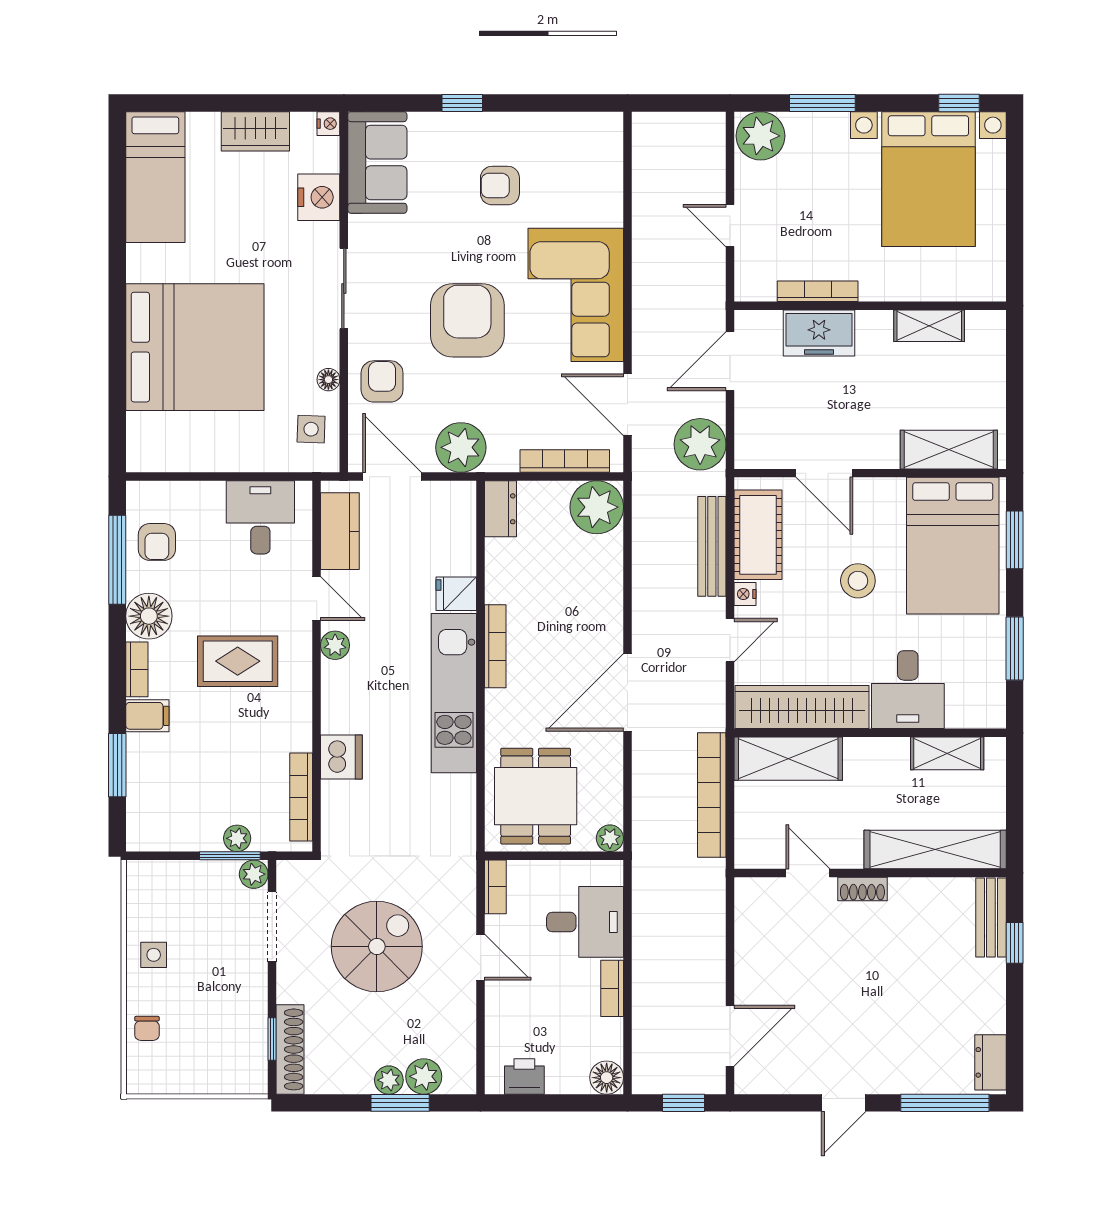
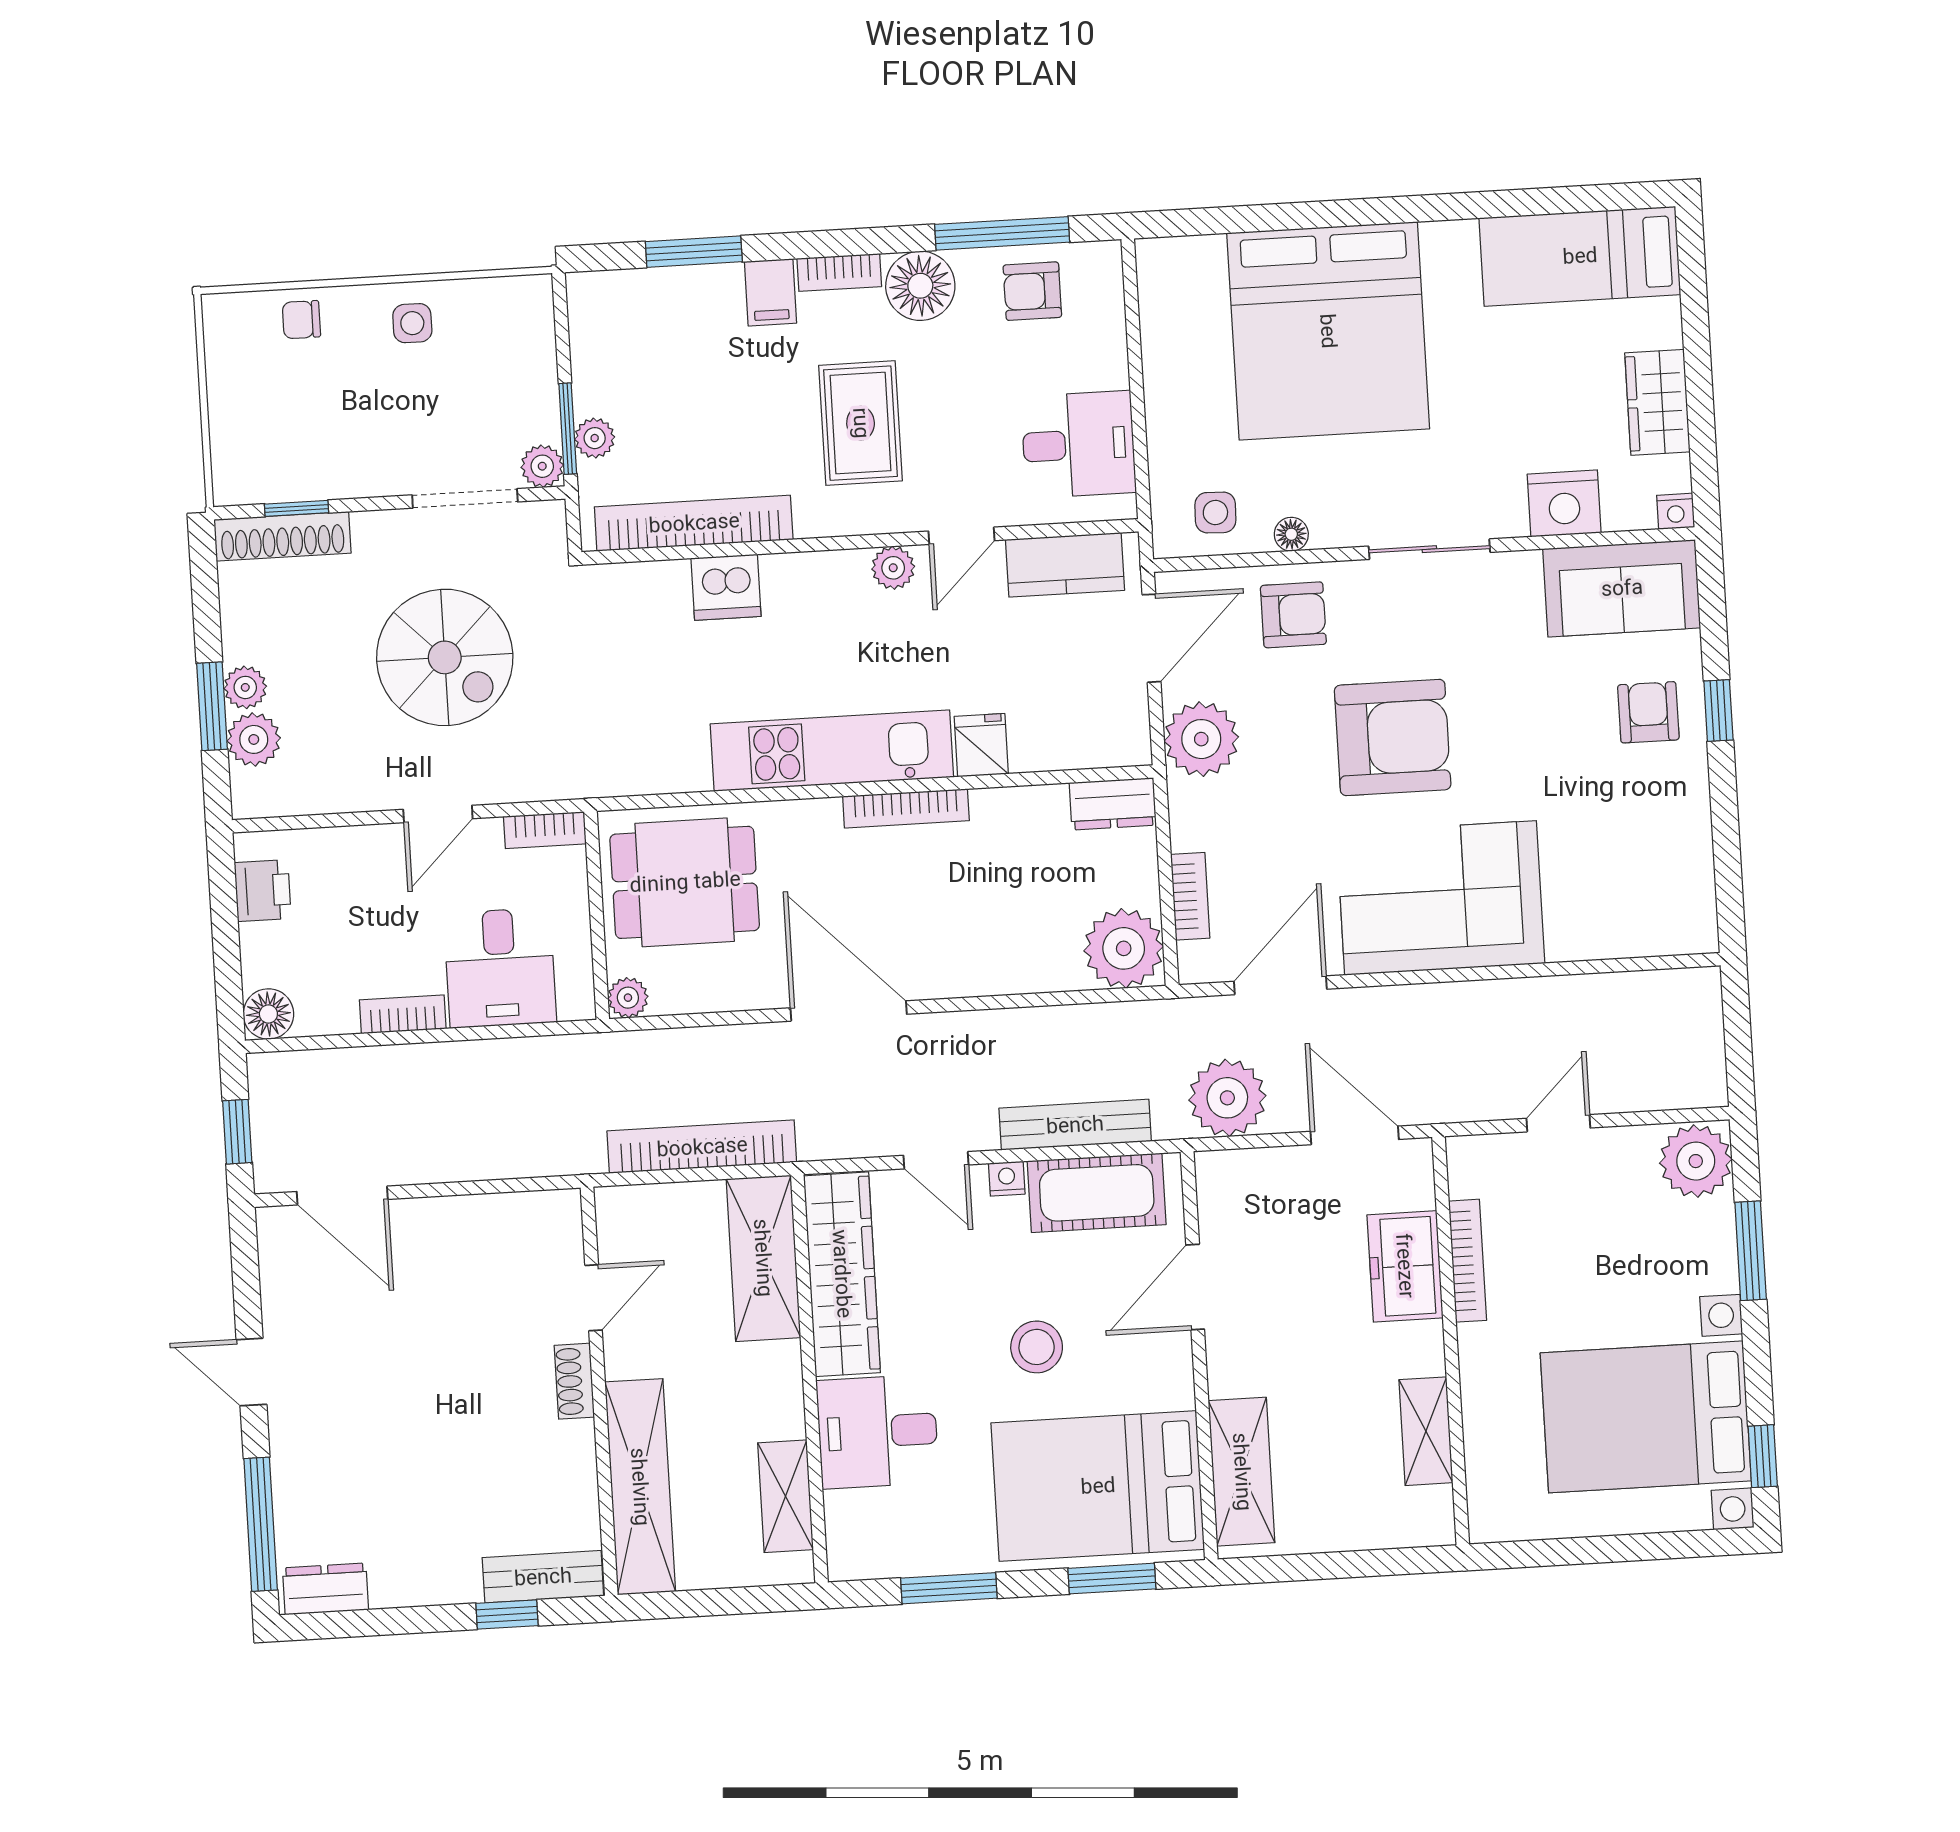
armchair: (500, 186) -> (1648, 712), moved
bookcase: (565, 461) -> (1190, 896), width x0.64
bookcase: (301, 797) -> (694, 523), width x1.48, depth x1.31

